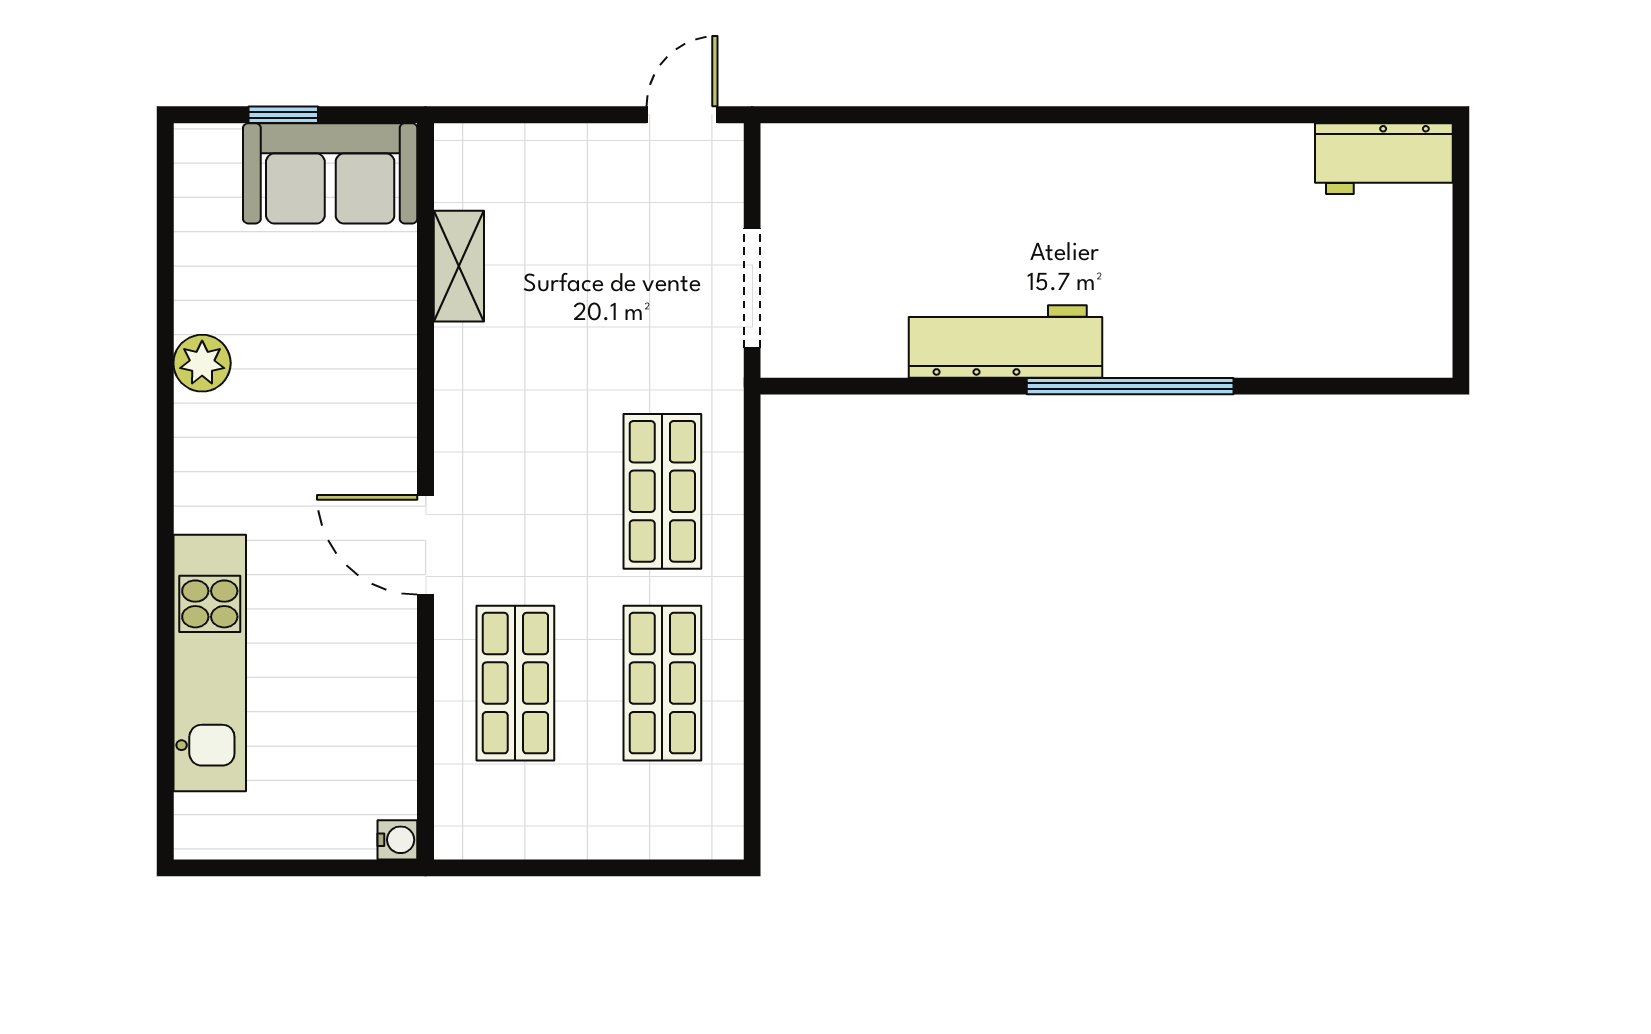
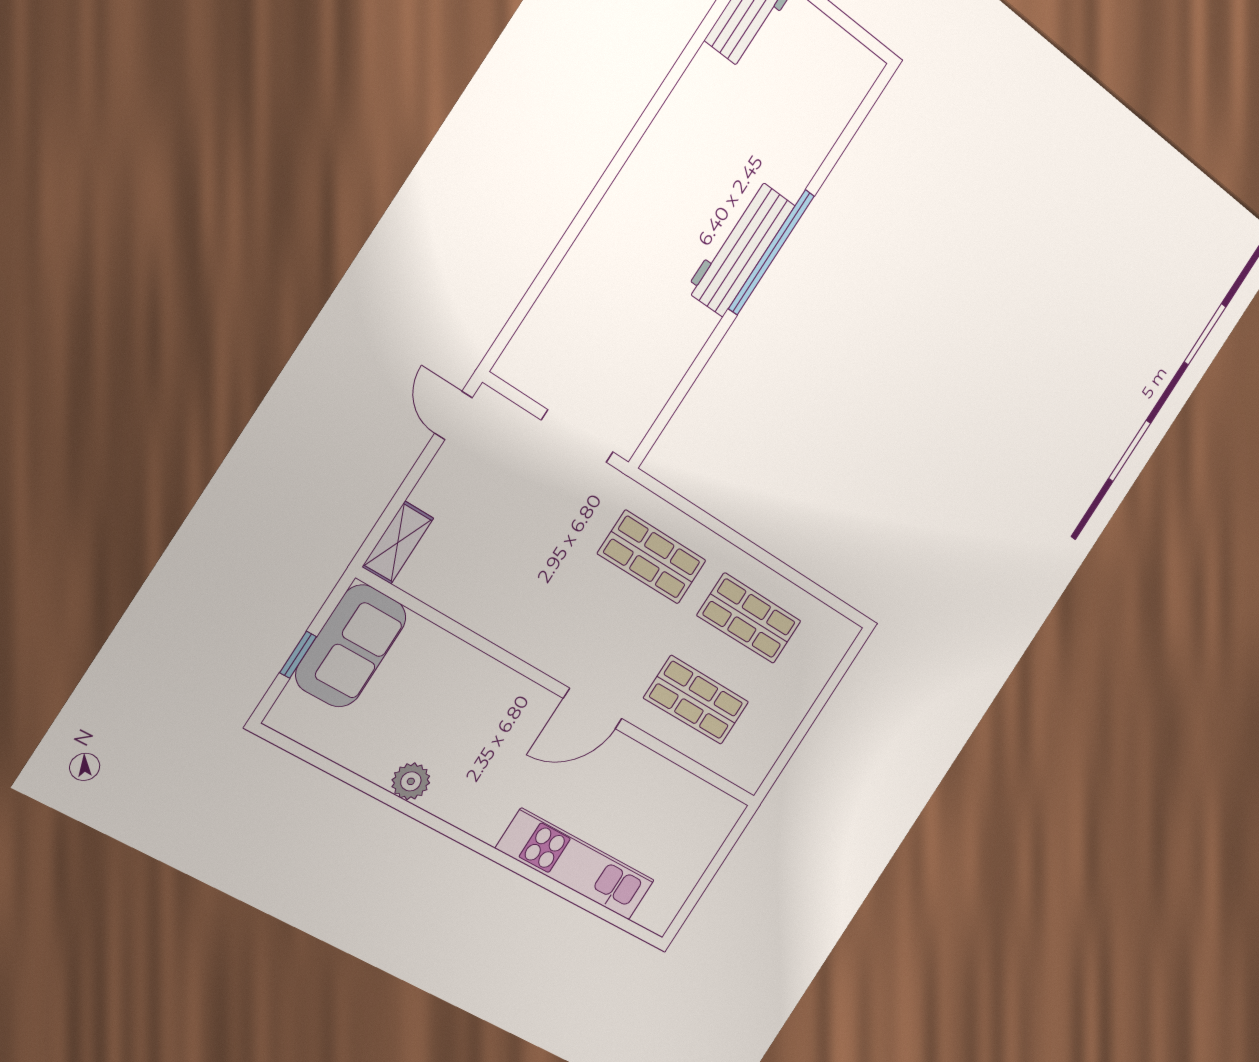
shelving: (459, 266) -> (398, 543), moved, turned 90
workbench: (1006, 341) -> (740, 248), moved
water cooler: (397, 840) -> (732, 810), removed

